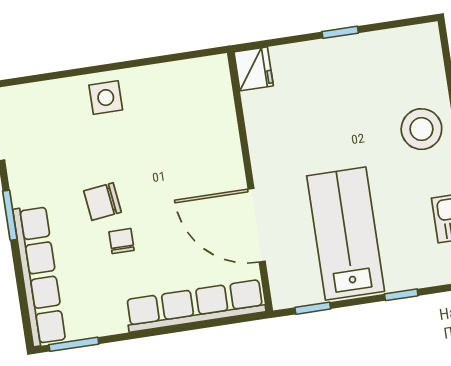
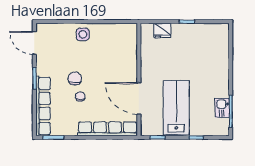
fridge: (254, 69) -> (162, 30), moved, turned 90
stool: (421, 129) -> (215, 68), removed
chair: (102, 202) -> (75, 78), turned 97

